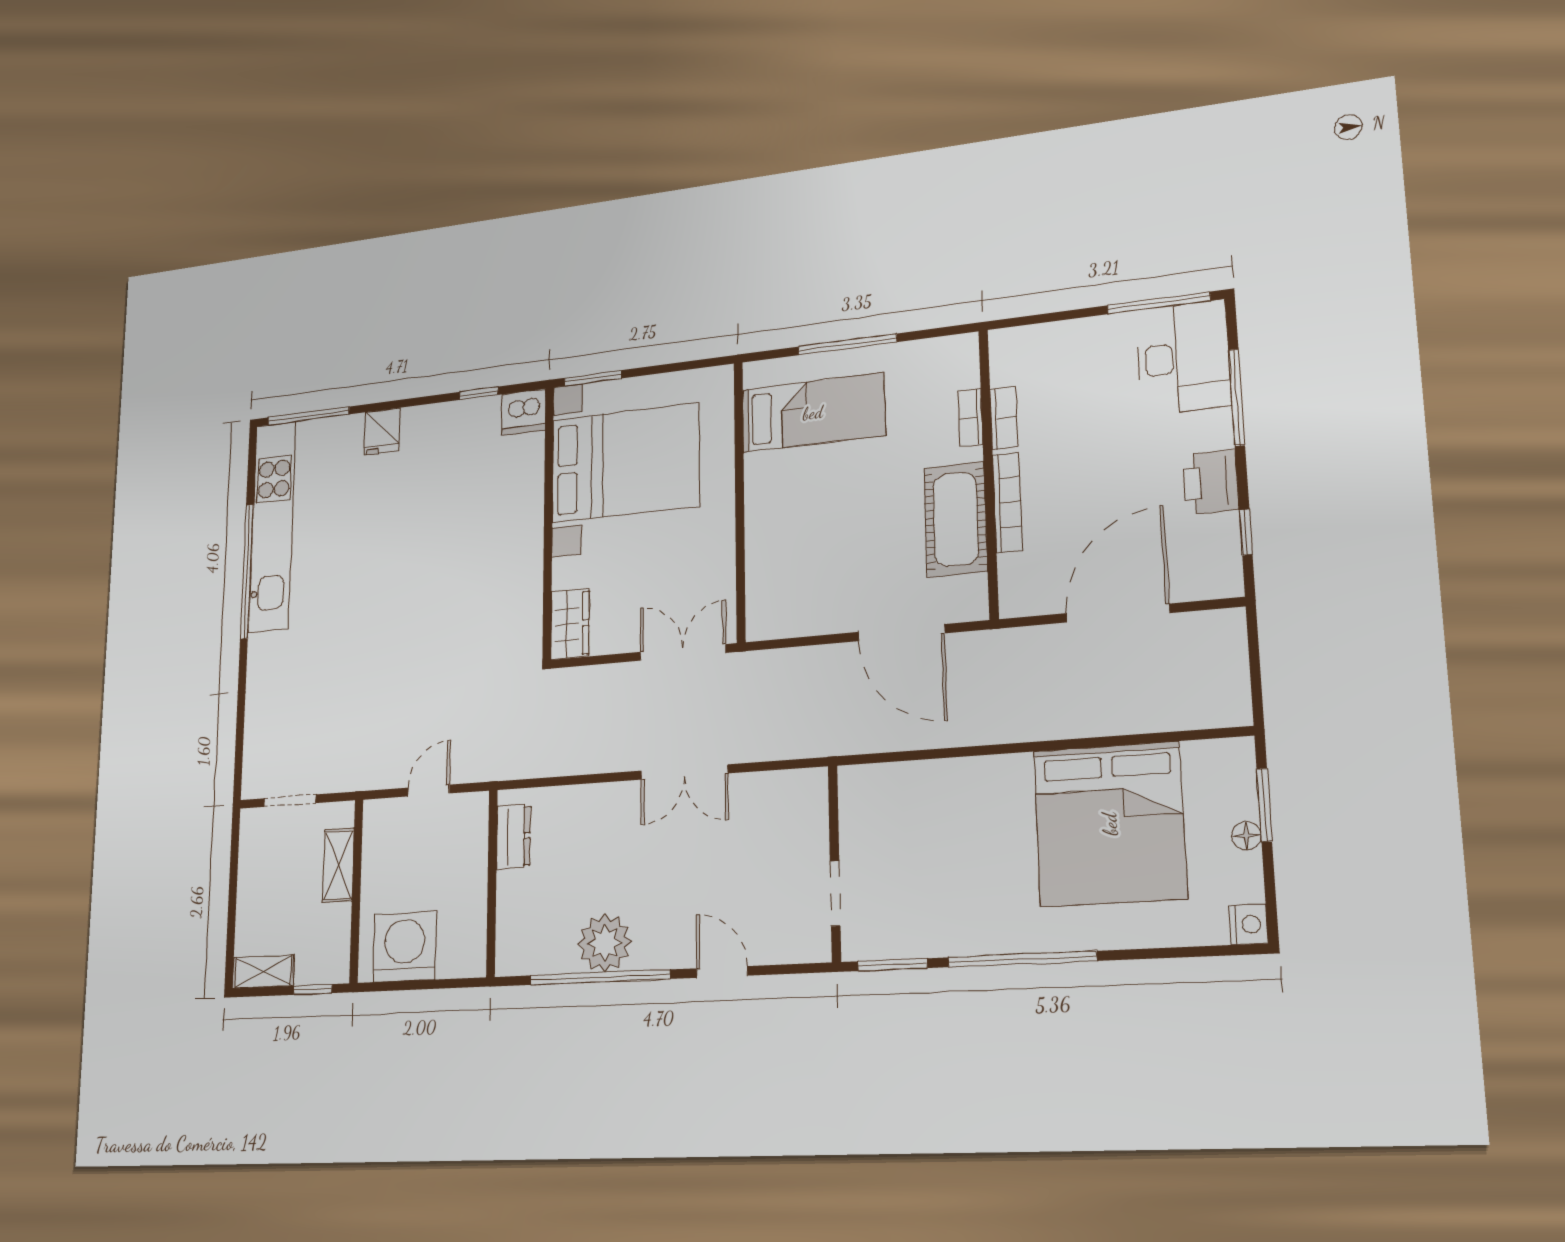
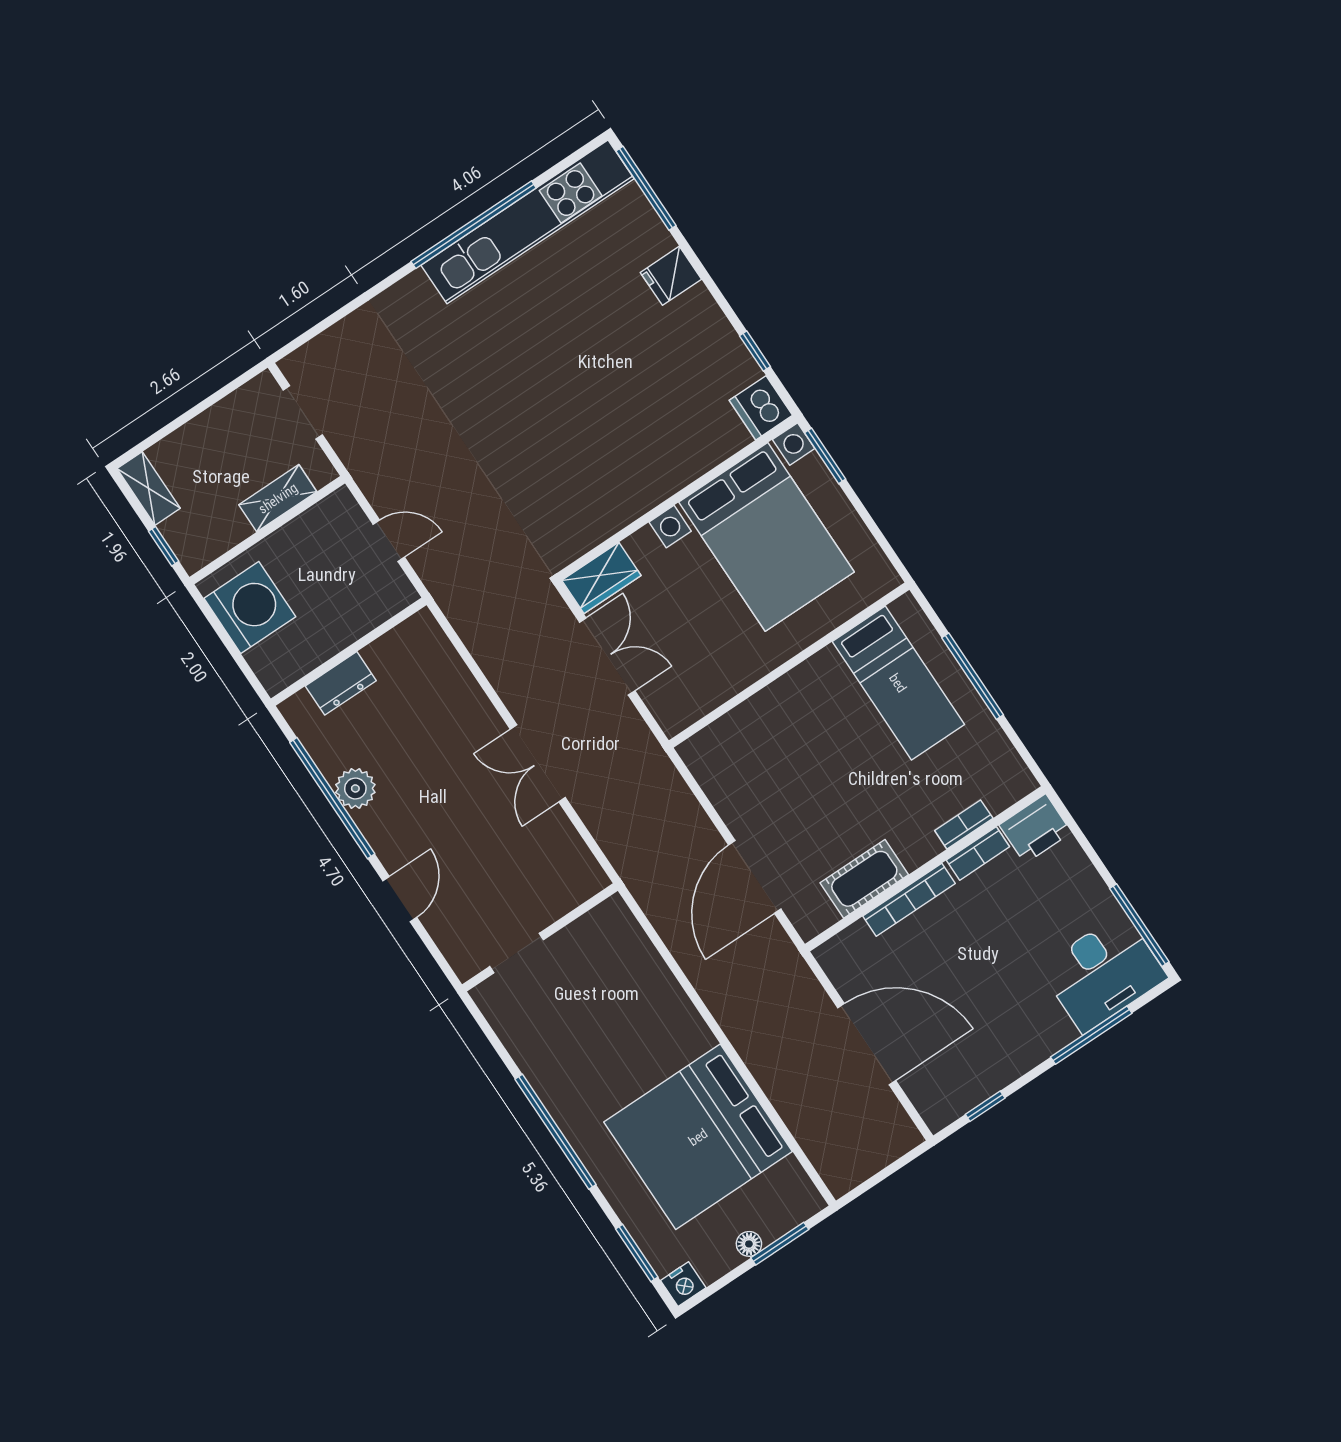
printer: (1211, 482) -> (1035, 829), moved, turned 180
cot: (956, 519) -> (864, 879), width x0.73, depth x0.75
double door: (683, 652) -> (607, 657), moved
dresser: (513, 836) -> (341, 683), moved
plant: (605, 943) -> (355, 788), width x0.73, depth x0.73
window: (892, 965) -> (637, 1253), moved

